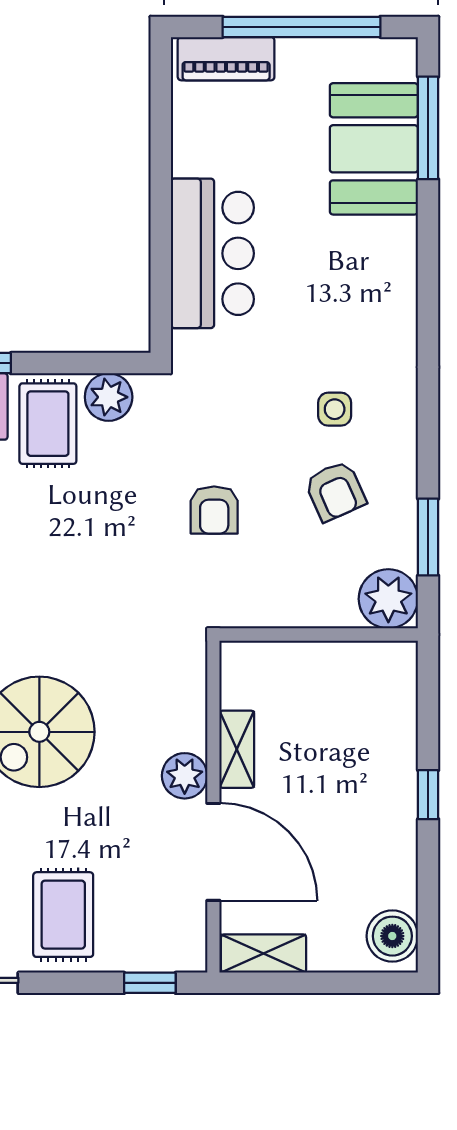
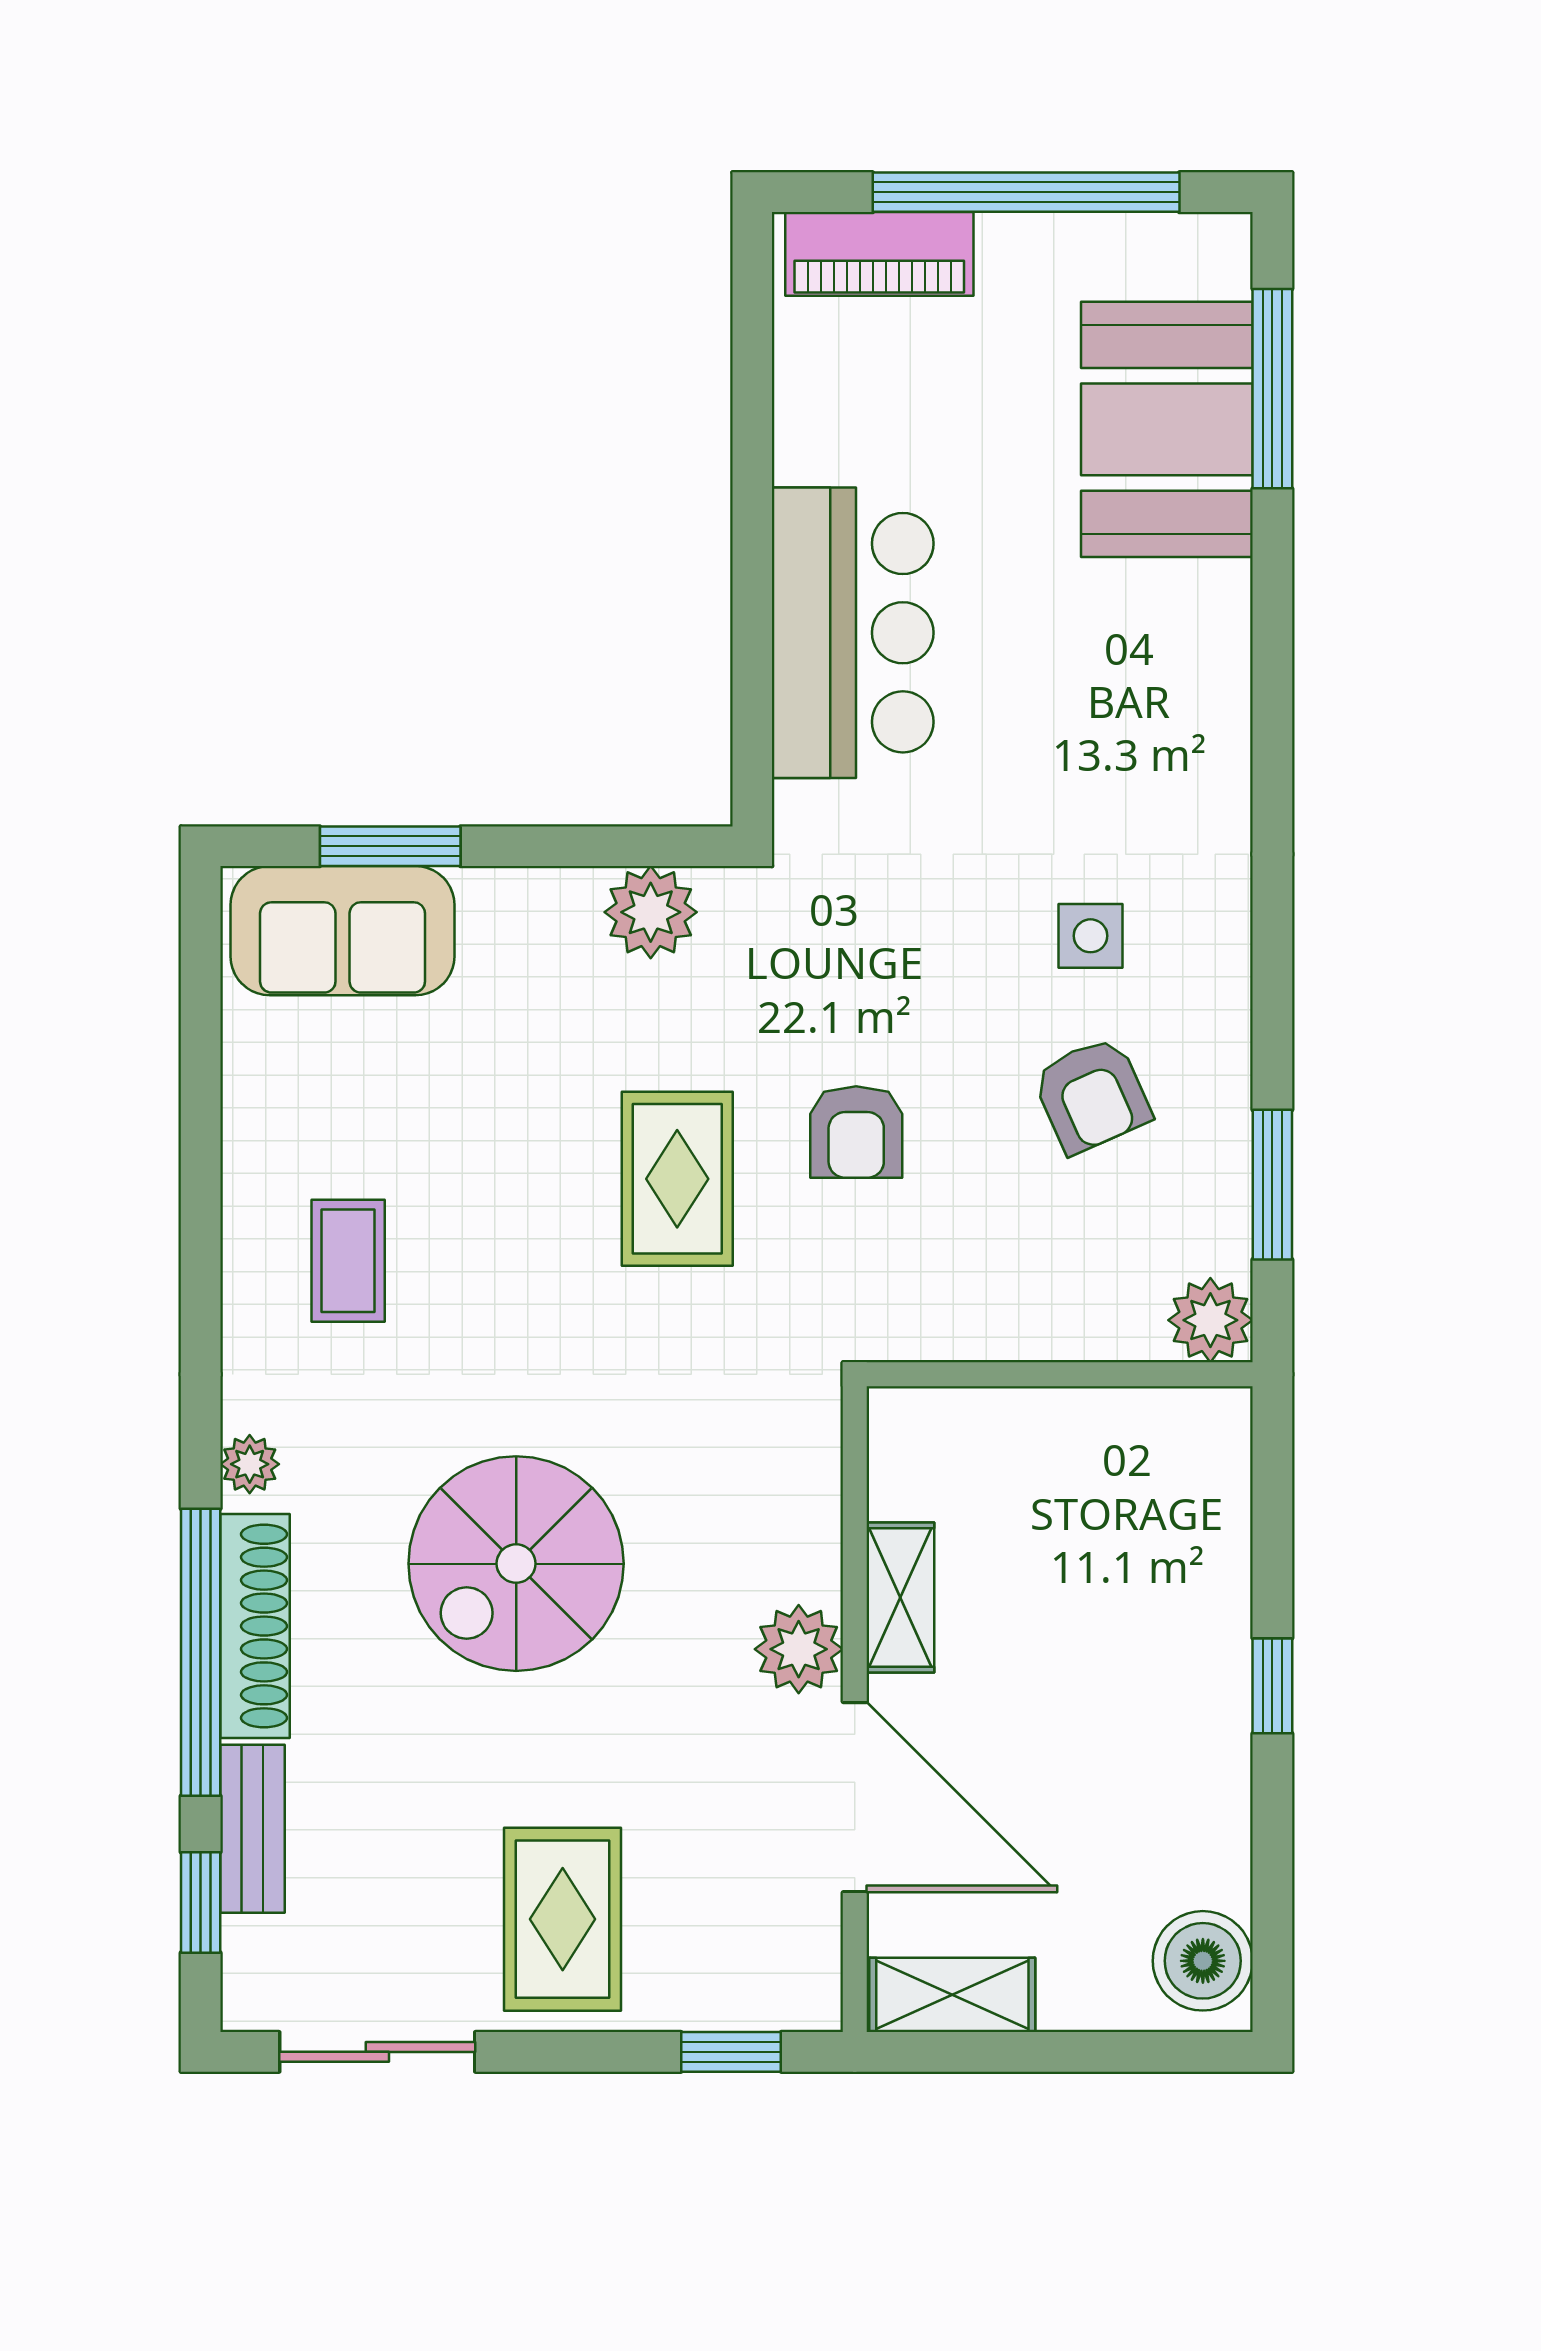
rug: (48, 424) -> (677, 1179), moved
plant: (388, 599) -> (1210, 1320), width x0.73, depth x0.73

